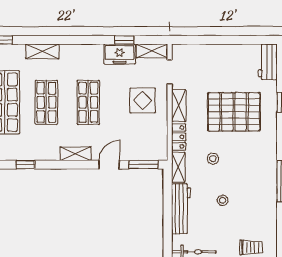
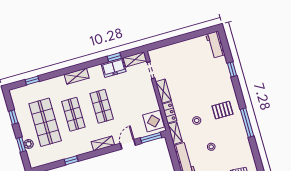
shelving: (42, 51) -> (77, 76), moved
display table: (143, 100) -> (154, 121), moved
pallet: (234, 112) -> (223, 110), moved, width x0.49, depth x0.50

